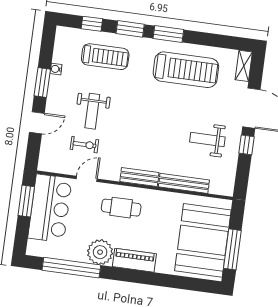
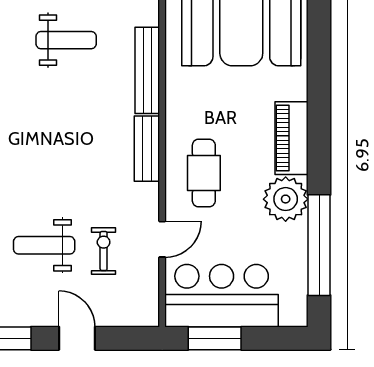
weight bench: (92, 111) -> (44, 245), turned 180
weight bench: (207, 139) -> (66, 40), turned -90
door: (87, 179) -> (162, 239), swing flipped

